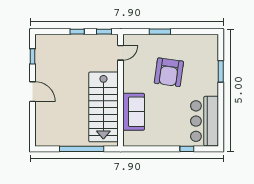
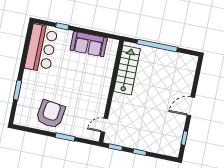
armchair: (169, 72) -> (51, 114), moved
door: (33, 92) -> (191, 106), hinge flipped
stairs: (103, 107) -> (127, 70), width x0.73, depth x0.66
sofa: (134, 112) -> (89, 44), moved, turned -90

